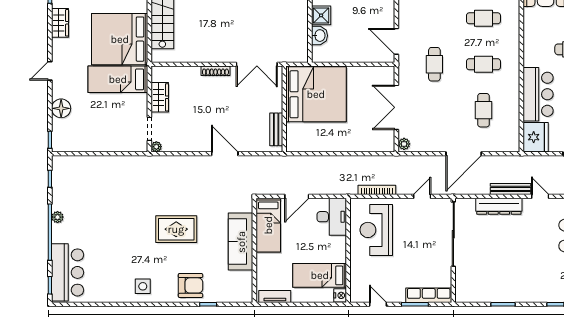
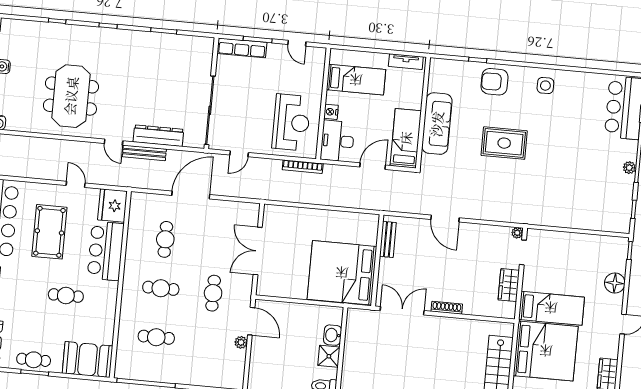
double door: (396, 107) -> (258, 251), swing flipped
plant: (404, 144) -> (241, 342), moved
bookcase: (377, 190) -> (303, 167), moved
nightstand: (340, 295) -> (331, 112), moved

